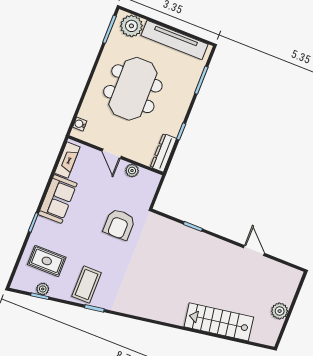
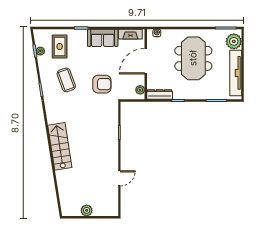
meeting table: (133, 89) -> (193, 58), turned 90
door: (112, 154) -> (146, 61), width x1.87
plant: (132, 171) -> (140, 90), moved
armchair: (119, 224) -> (102, 84), turned 180
coffee table: (87, 284) -> (66, 80), moved, turned 70
stairs: (219, 322) -> (60, 146), moved

